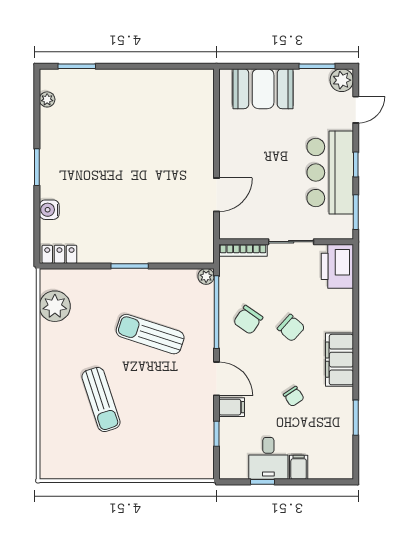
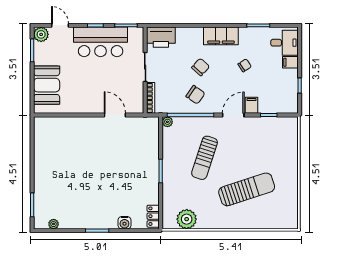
sun lounger: (101, 400) -> (247, 189), width x1.36, depth x1.34
desk: (268, 458) -> (285, 43), moved

